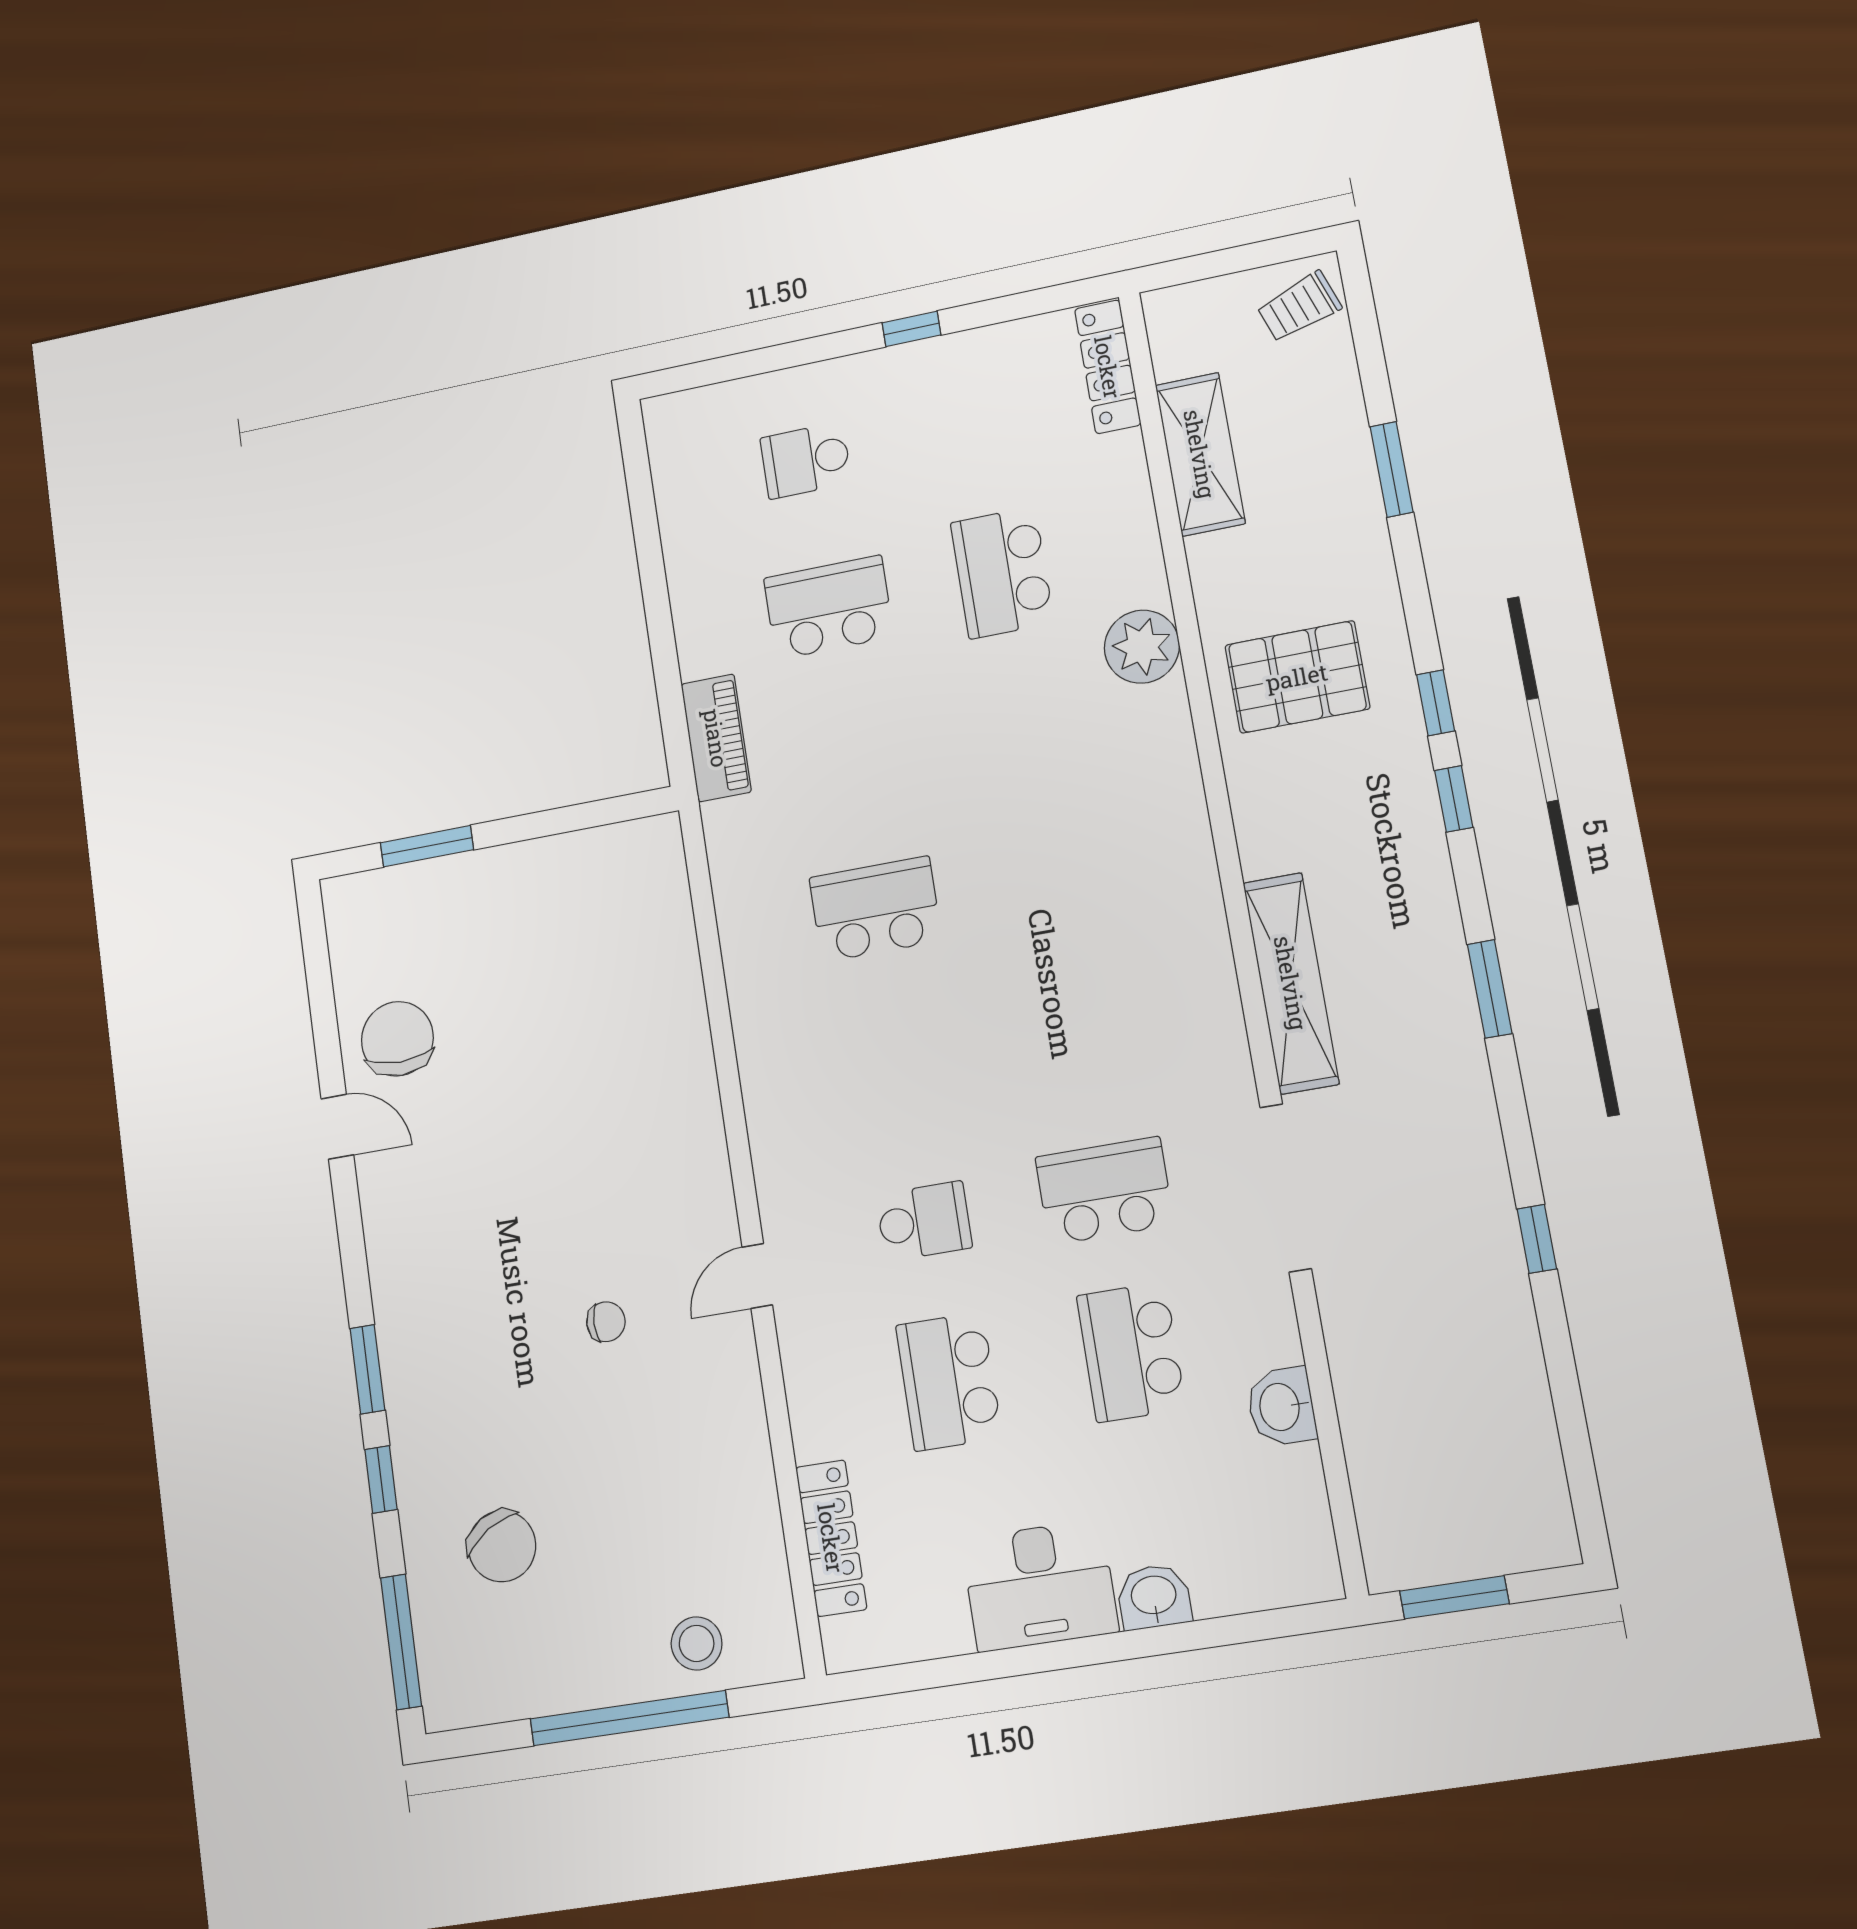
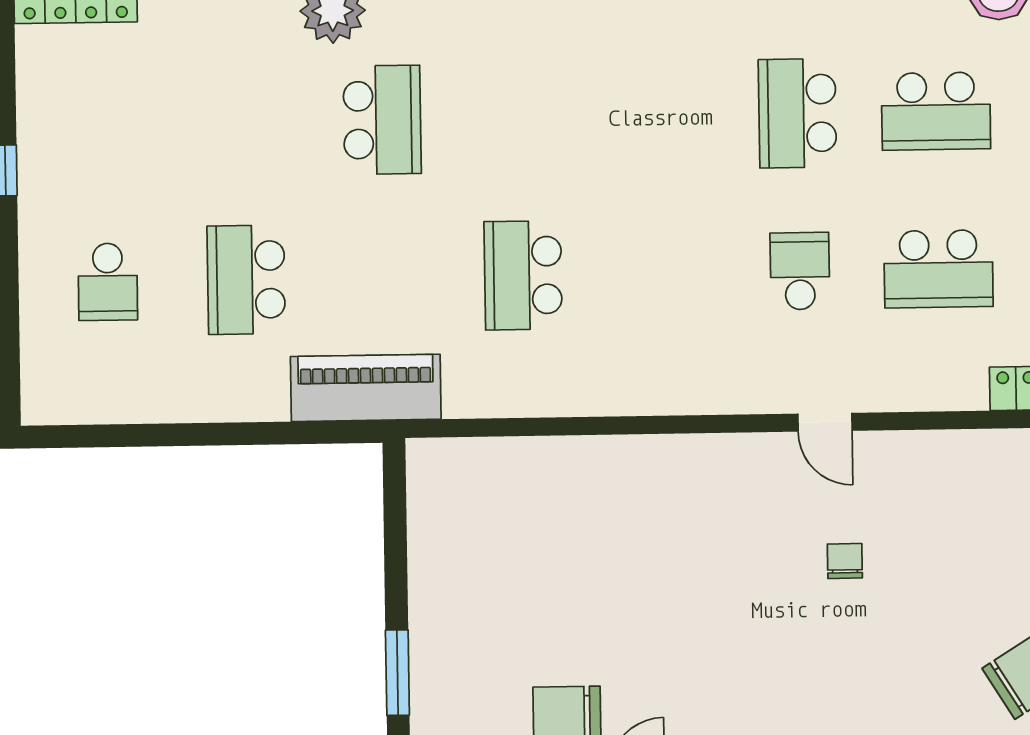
school desk: (1002, 573) -> (382, 120), moved, turned -90
piano: (716, 738) -> (366, 388), width x1.37, depth x1.33

